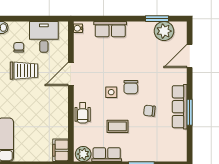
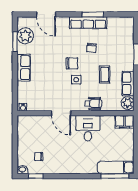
row of seats: (110, 29) -> (24, 68), moved
desk: (44, 37) -> (88, 128), moved, turned 90
trolley: (24, 71) -> (58, 152), removed

